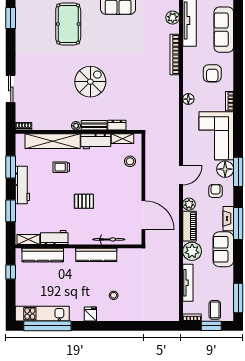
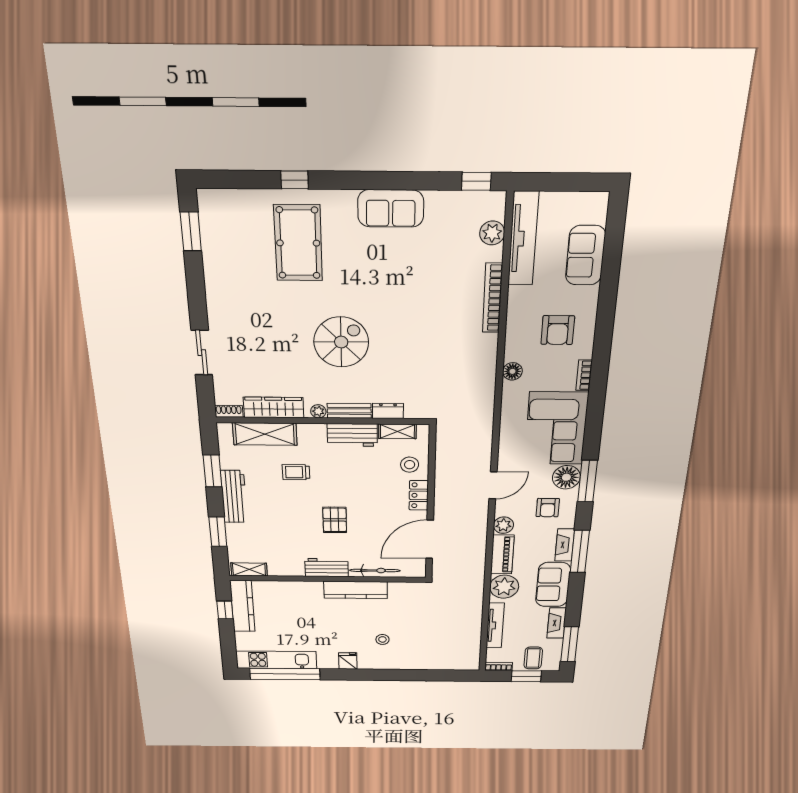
sofa: (224, 30) -> (585, 255), width x0.73
wardrobe: (50, 123) -> (274, 407), added
shelving: (53, 141) -> (265, 434), width x0.68
locker: (136, 183) -> (419, 495), added
armchair: (216, 191) -> (548, 508), turned 180
pallet: (84, 201) -> (335, 520), turned 90
door: (143, 215) -> (430, 539), swing flipped
workbench: (54, 237) -> (327, 568), moved
kitchen counter: (43, 255) -> (242, 606), moved, turned -90
fireplace: (228, 280) -> (557, 623), added

